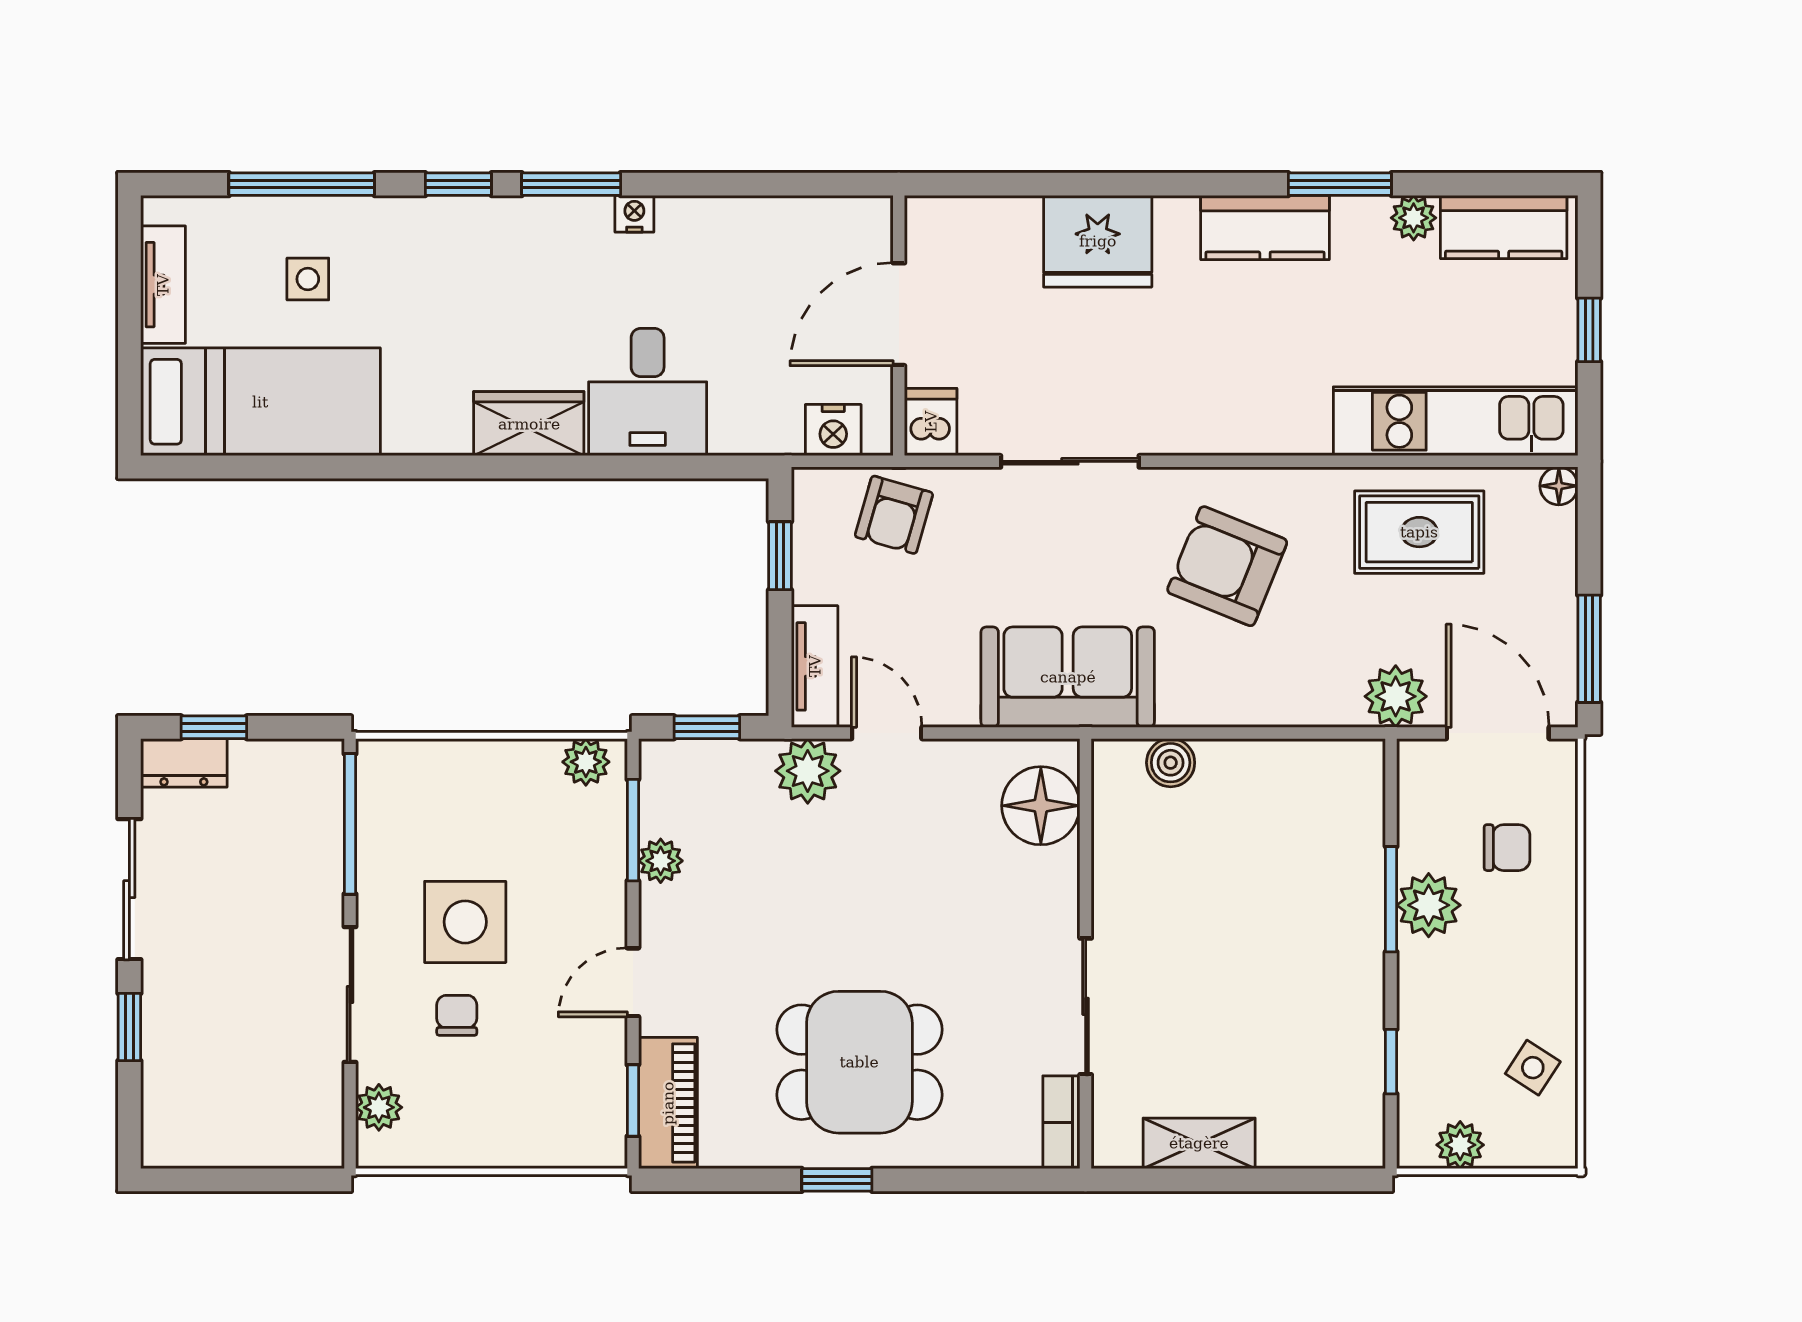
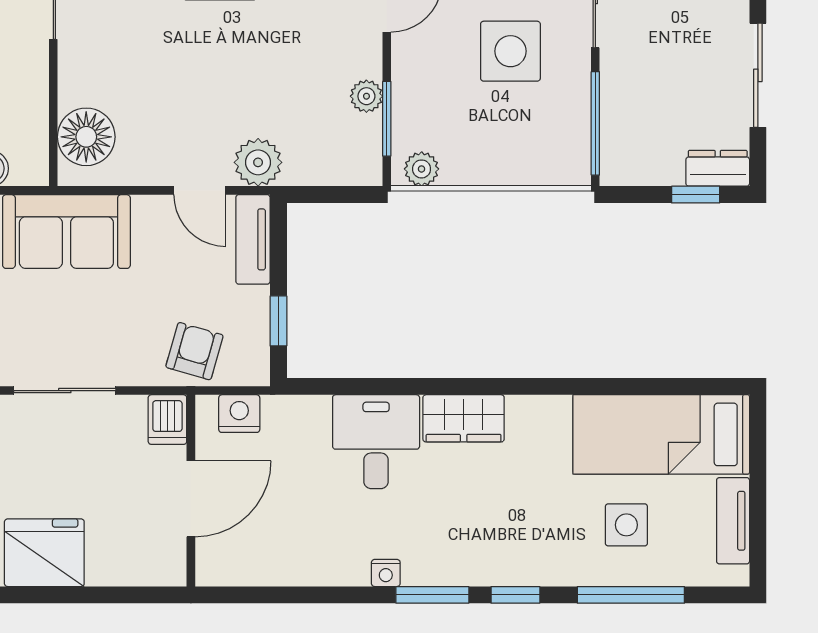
side table: (308, 279) -> (626, 525), width x1.37, depth x1.37
window: (707, 727) -> (332, 195), removed

